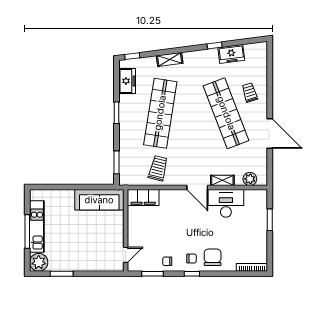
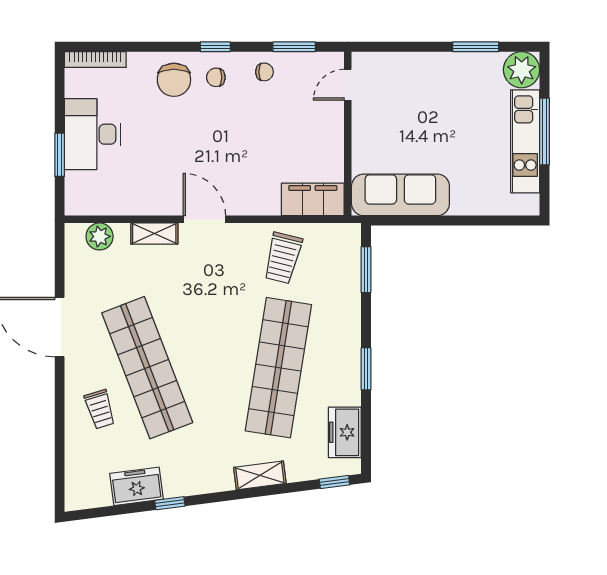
desk: (226, 203) -> (92, 134), moved, turned 90

